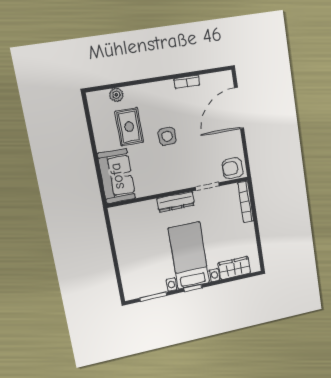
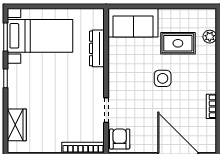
dresser: (176, 202) -> (97, 48), moved
bed with nightstands: (189, 255) -> (40, 36), moved

